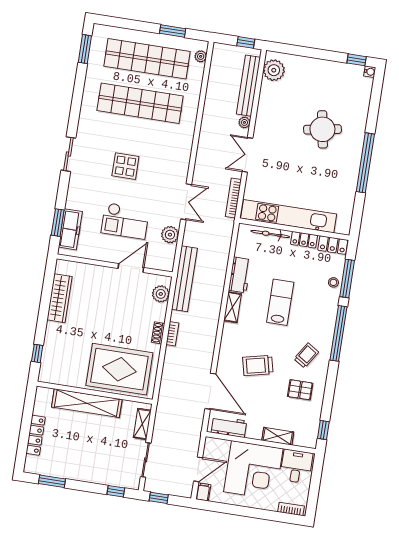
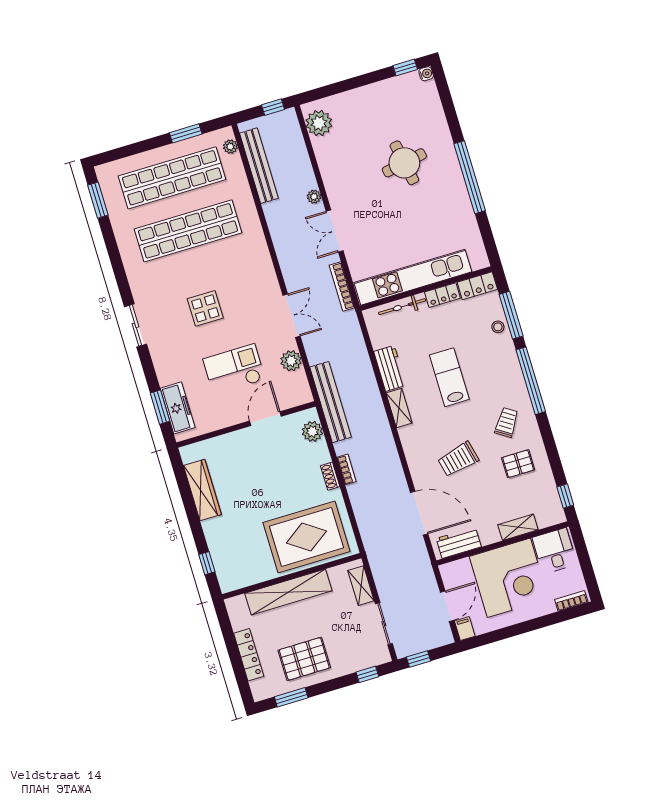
bench: (248, 86) -> (259, 166), moved
checkout: (125, 221) -> (234, 369), turned 180
pallet: (75, 458) -> (304, 659), added

